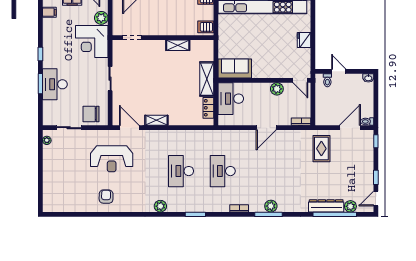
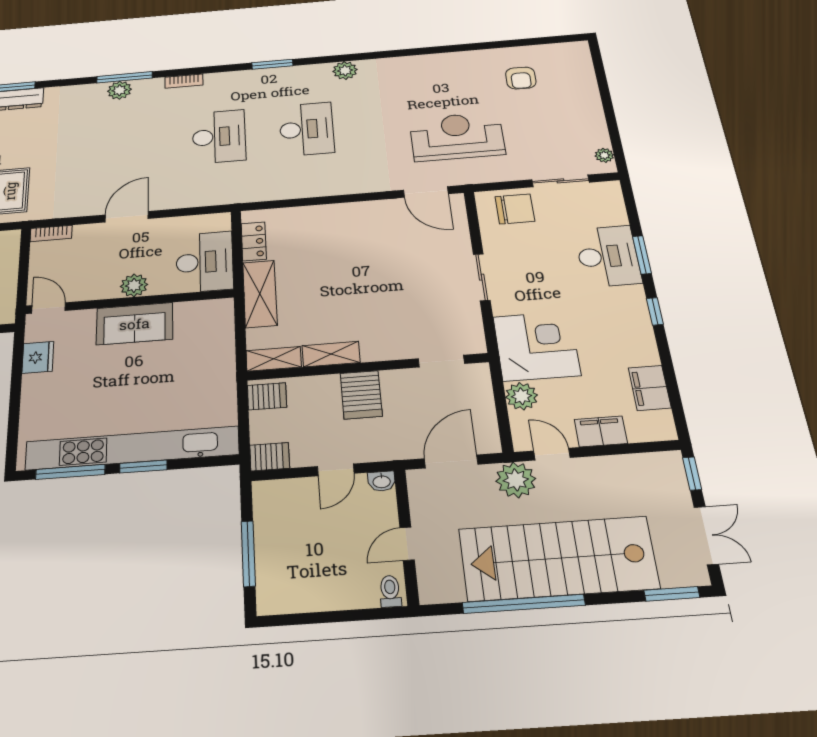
filing cabinet: (49, 12) -> (650, 388), width x2.00
server rack: (167, 24) -> (361, 395), added
fridge: (304, 40) -> (38, 357), moved
sofa: (235, 69) -> (135, 324), moved
plant: (277, 89) -> (134, 285), moved
shelving: (156, 120) -> (274, 359), moved
armchair: (106, 197) -> (521, 78), moved

